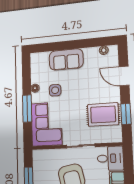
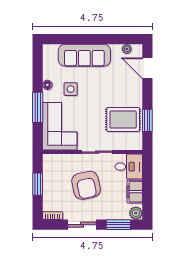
sofa: (66, 59) -> (84, 55), width x1.36
door: (124, 76) -> (147, 68), moved

